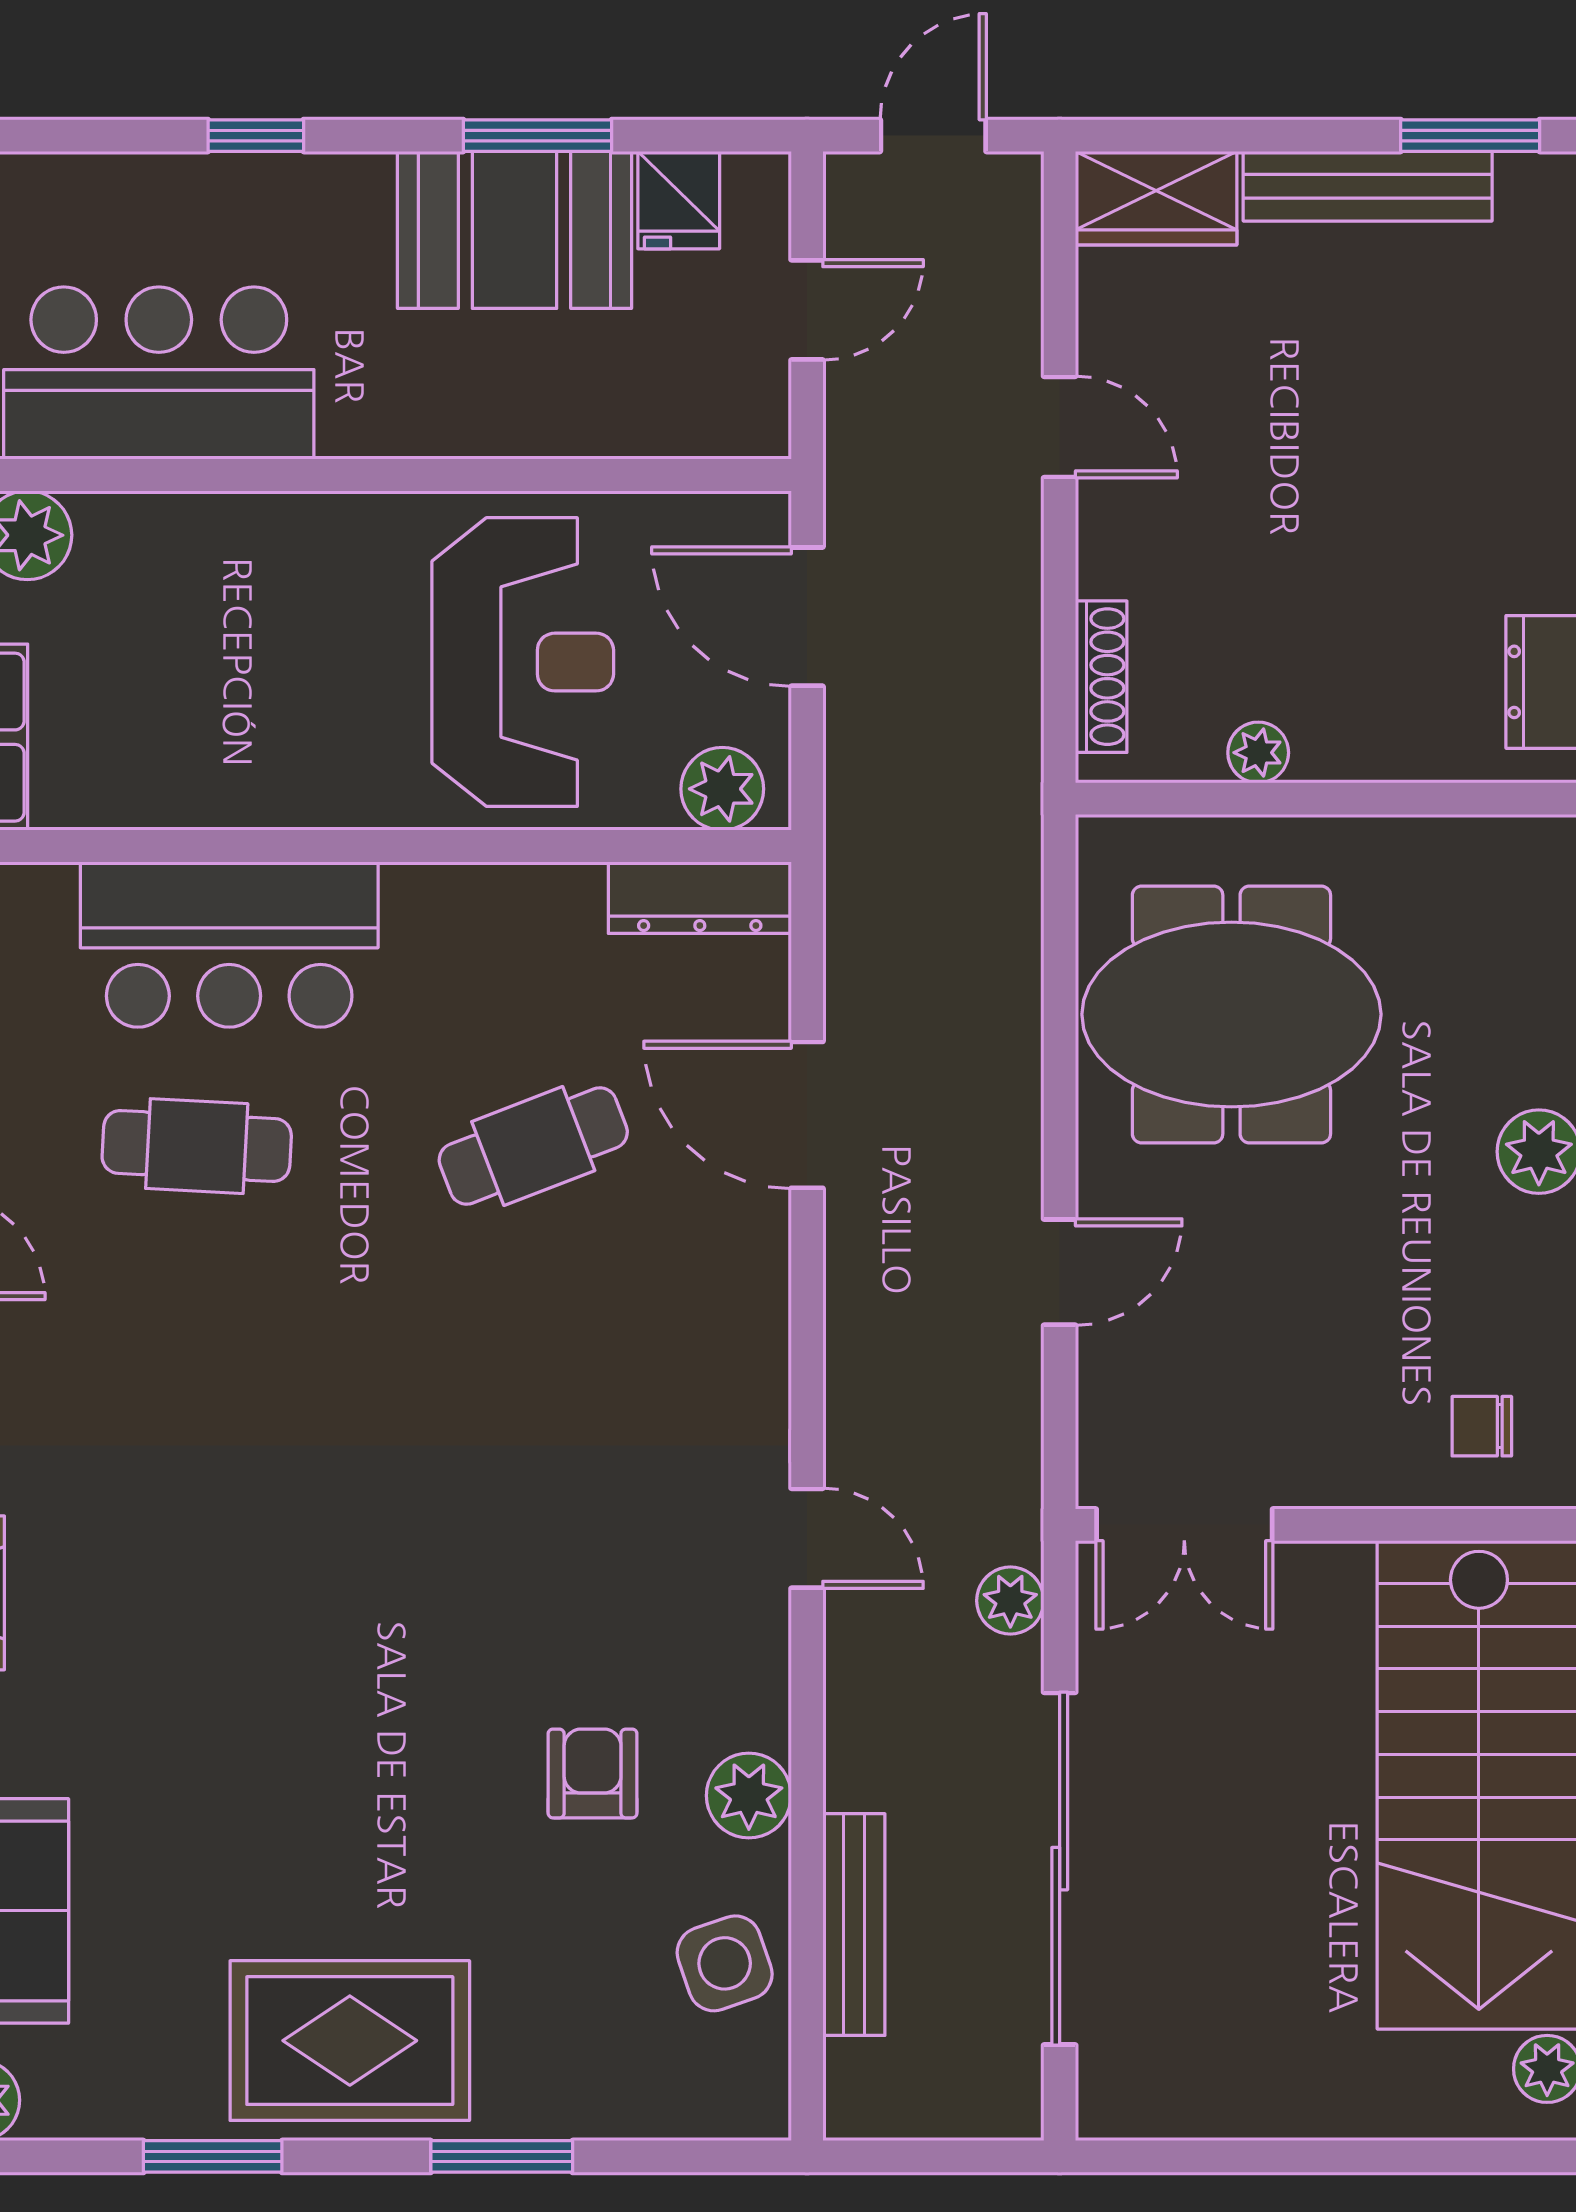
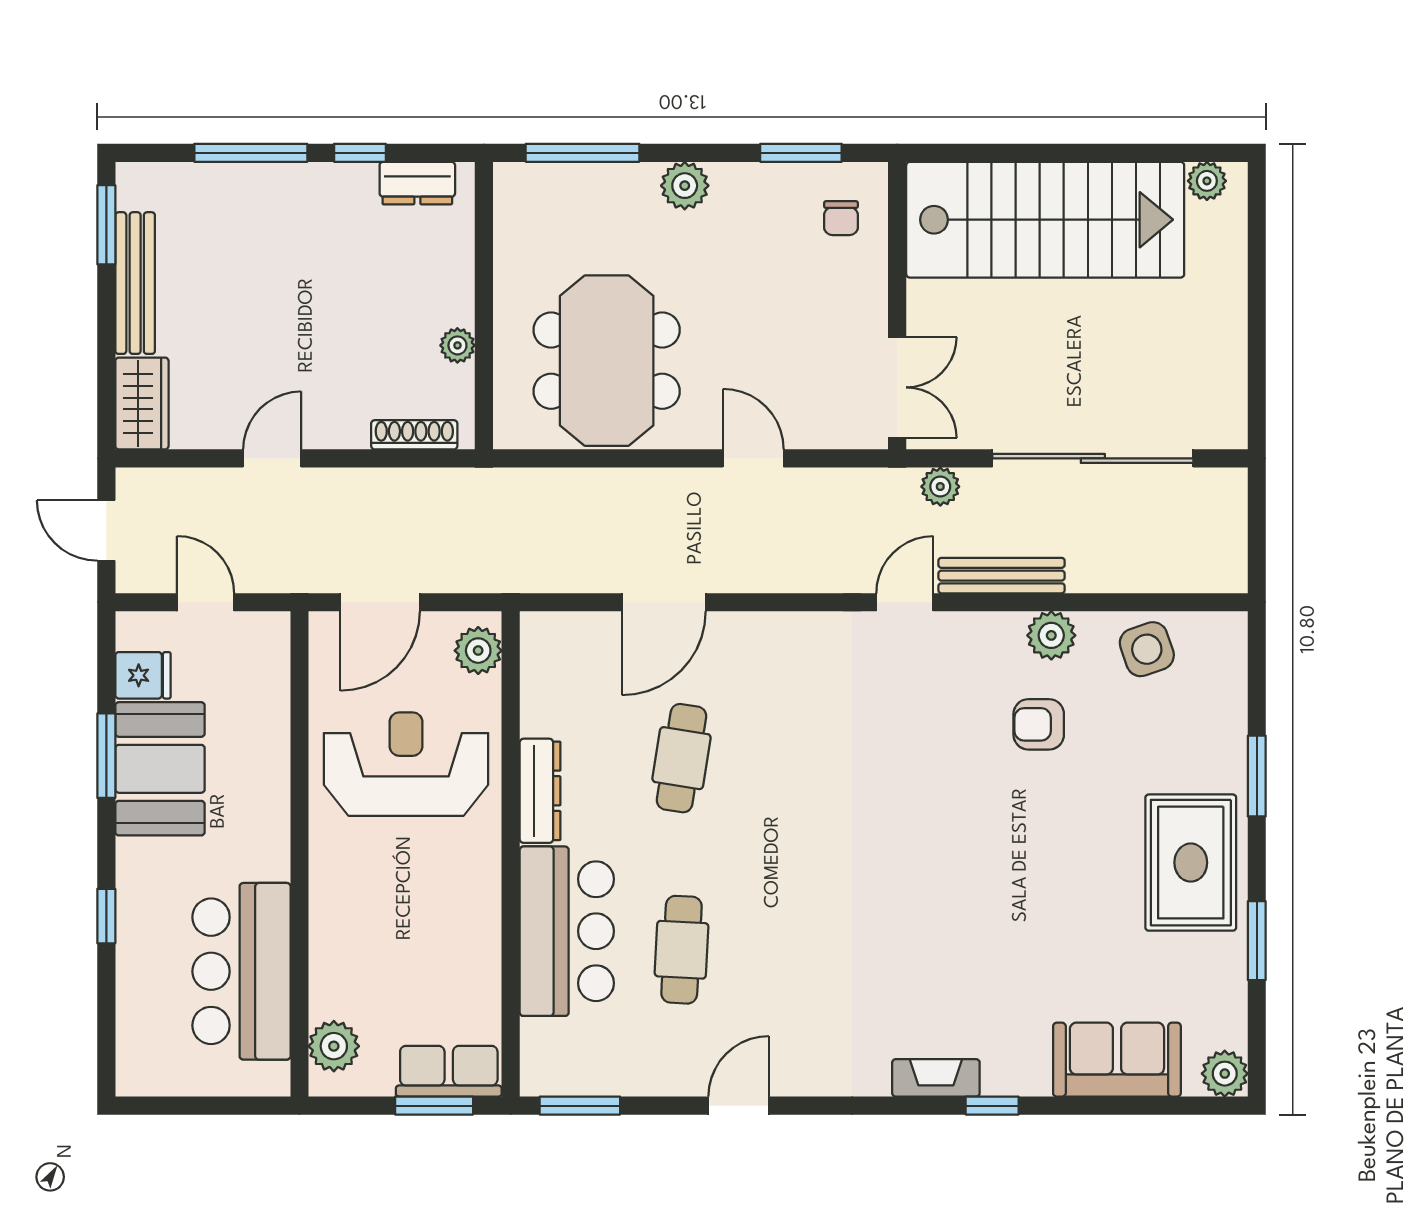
dresser: (700, 898) -> (540, 791), moved
cafe table: (533, 1146) -> (682, 758), turned 30
bench: (854, 1925) -> (1001, 576), moved

